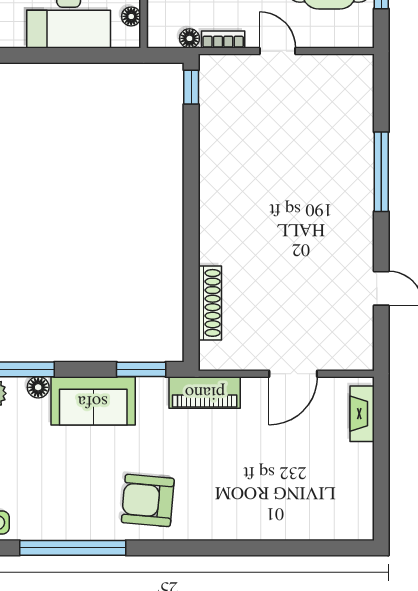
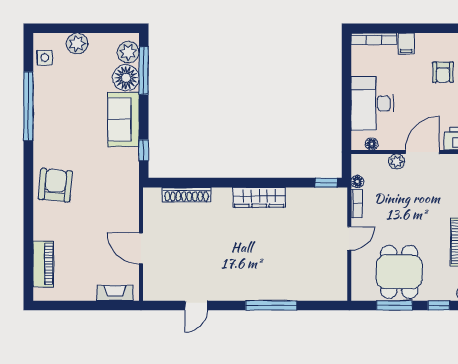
wardrobe: (214, 191) -> (259, 197), added
window: (141, 369) -> (144, 150), width x0.67
floor lamp: (38, 387) -> (126, 78), width x1.89, depth x1.89
piano: (205, 392) -> (43, 264), moved, turned 180
armchair: (148, 500) -> (55, 185), moved

